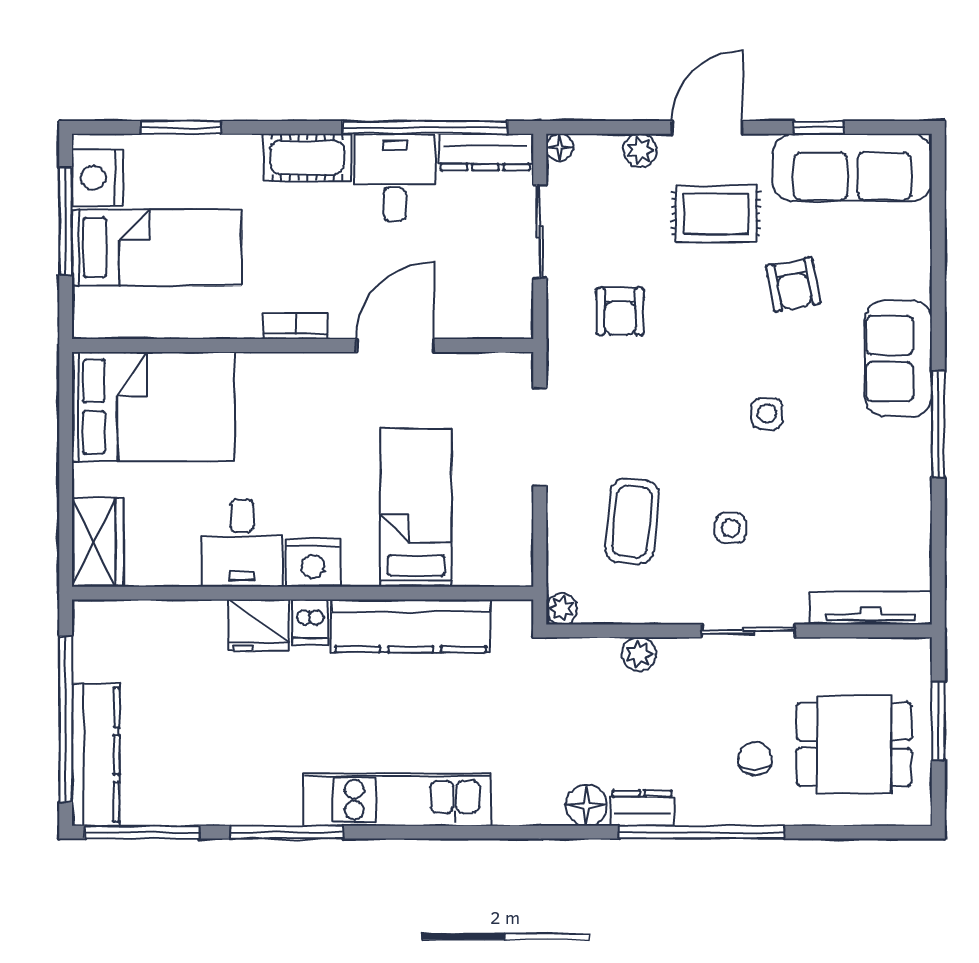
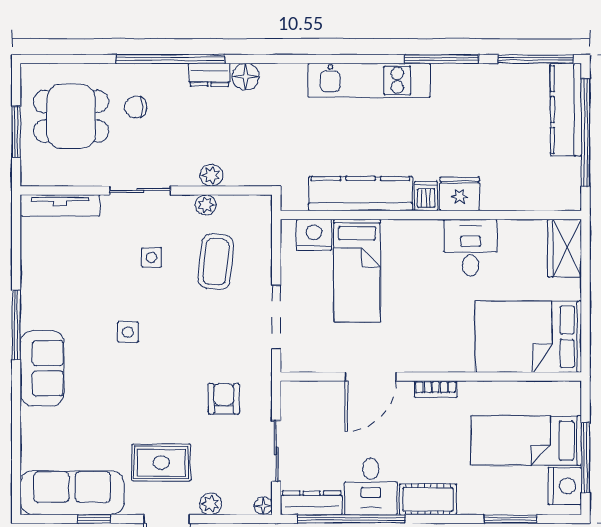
armchair: (793, 285) -> (111, 416), removed
nightstand: (313, 563) -> (314, 235), moved
plant: (562, 609) -> (206, 205), moved
chair: (755, 759) -> (136, 107), turned 90

